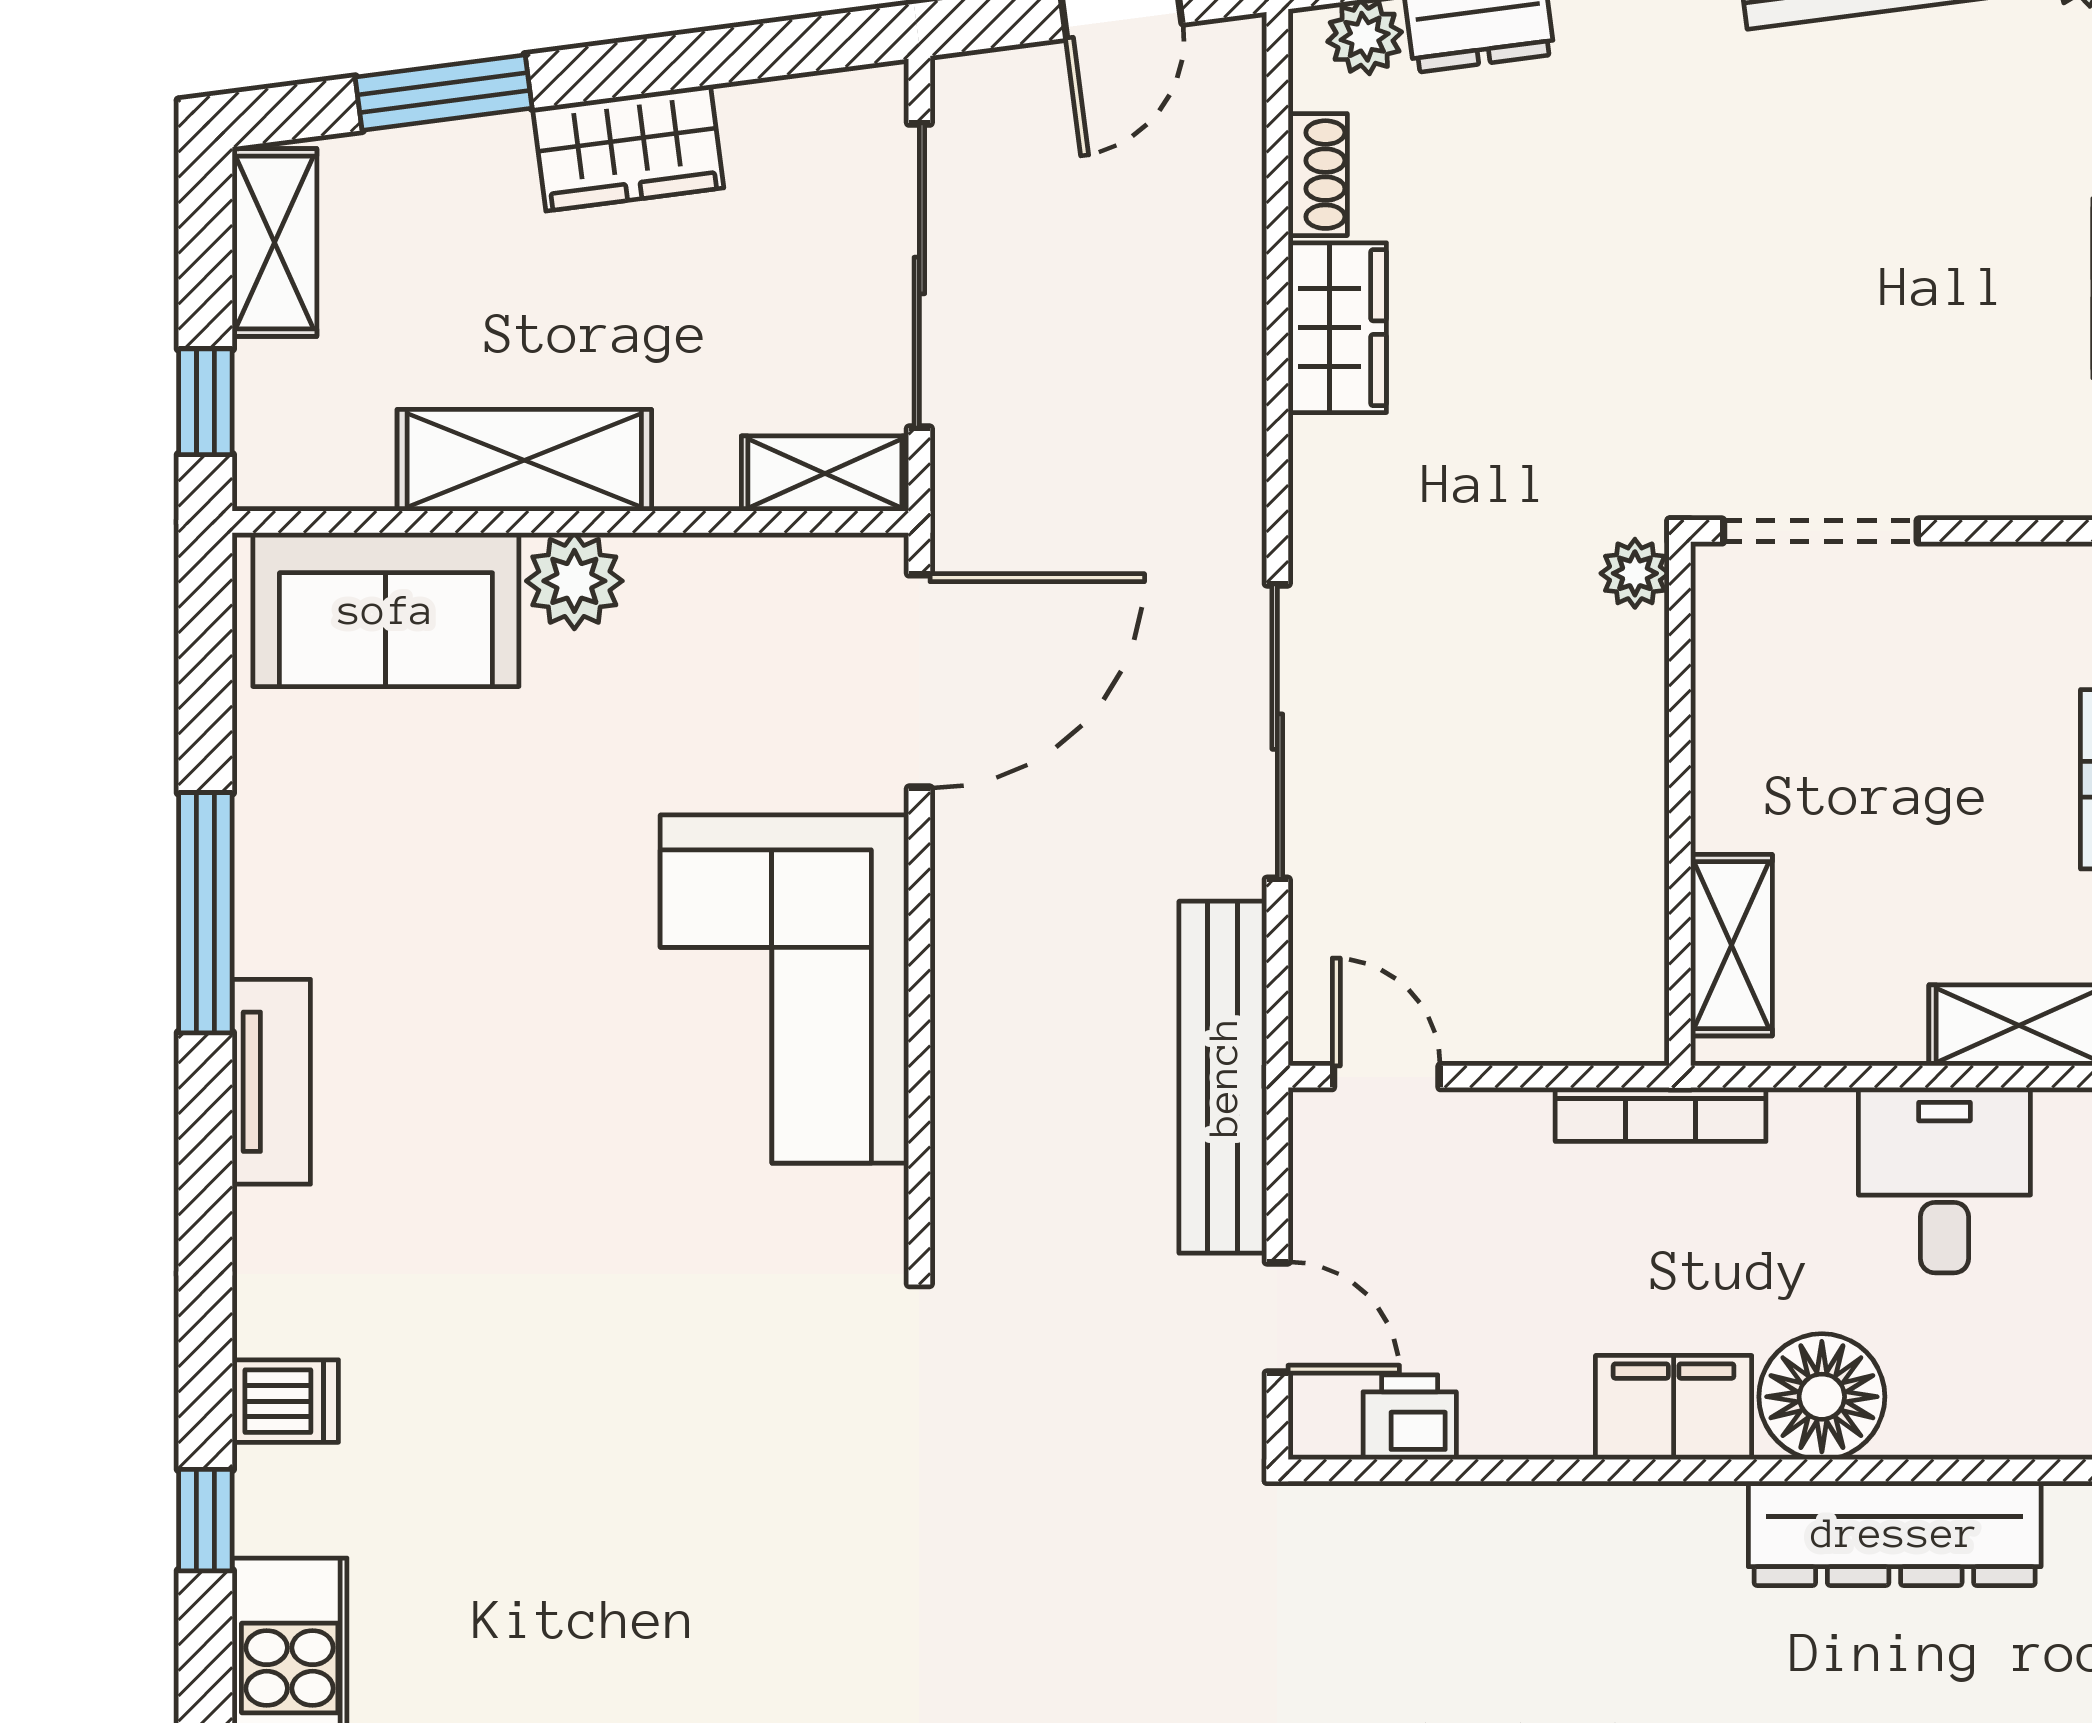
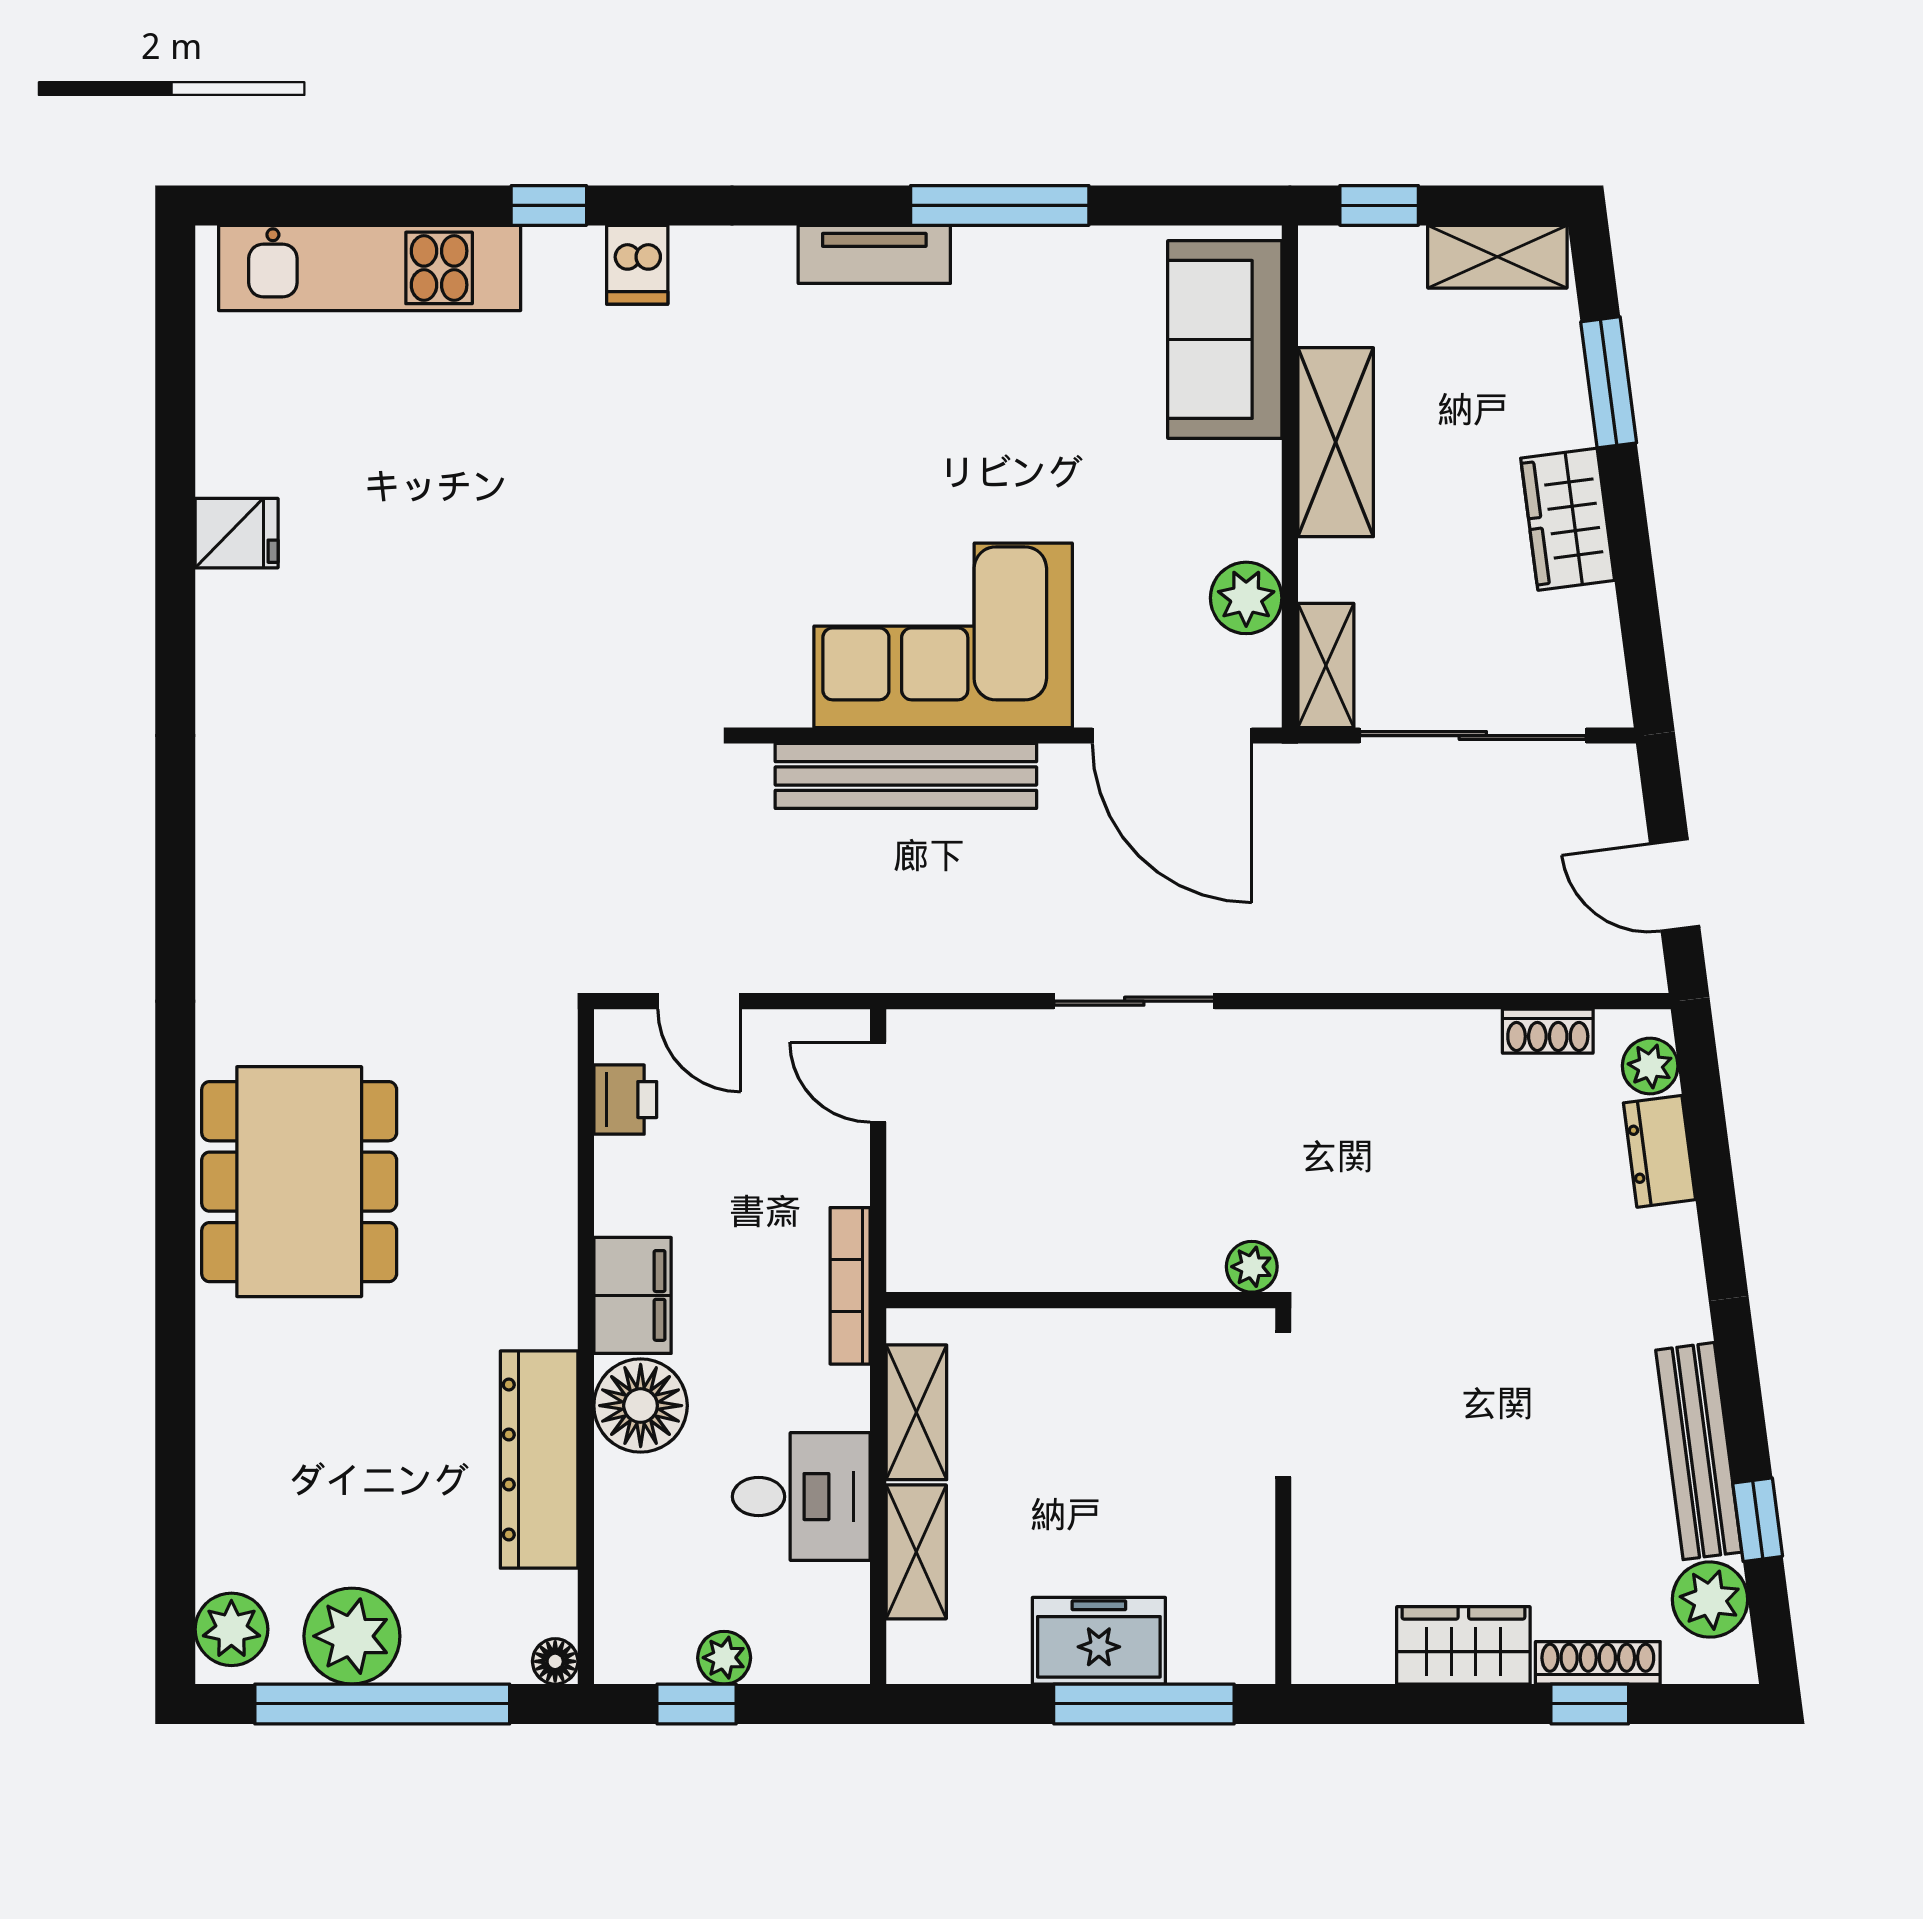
wardrobe: (1337, 328) -> (1434, 1046), removed
plant: (574, 581) -> (1246, 598), moved
sliding door: (1277, 732) -> (1134, 1001), width x0.73
shelving: (1731, 945) -> (916, 1412), moved, turned 90
bench: (1223, 1077) -> (906, 776), moved
door: (1386, 1077) -> (878, 1082), swing flipped
door: (1277, 1318) -> (699, 1001), hinge flipped

